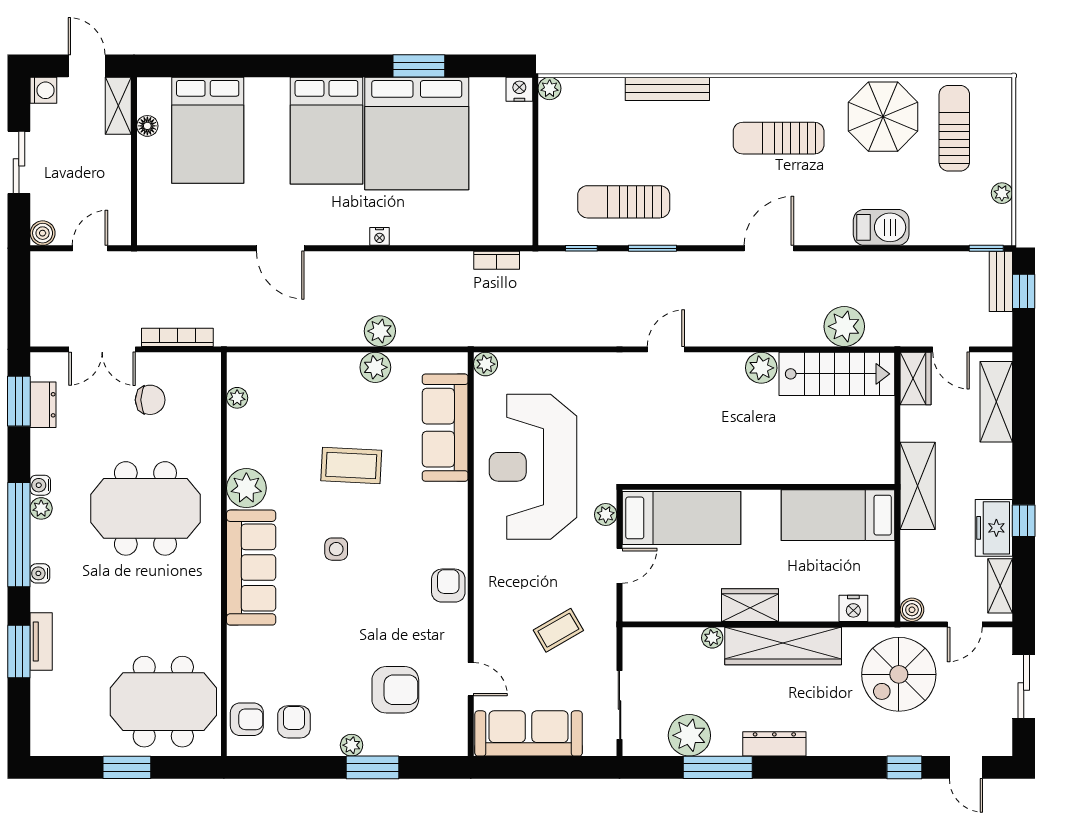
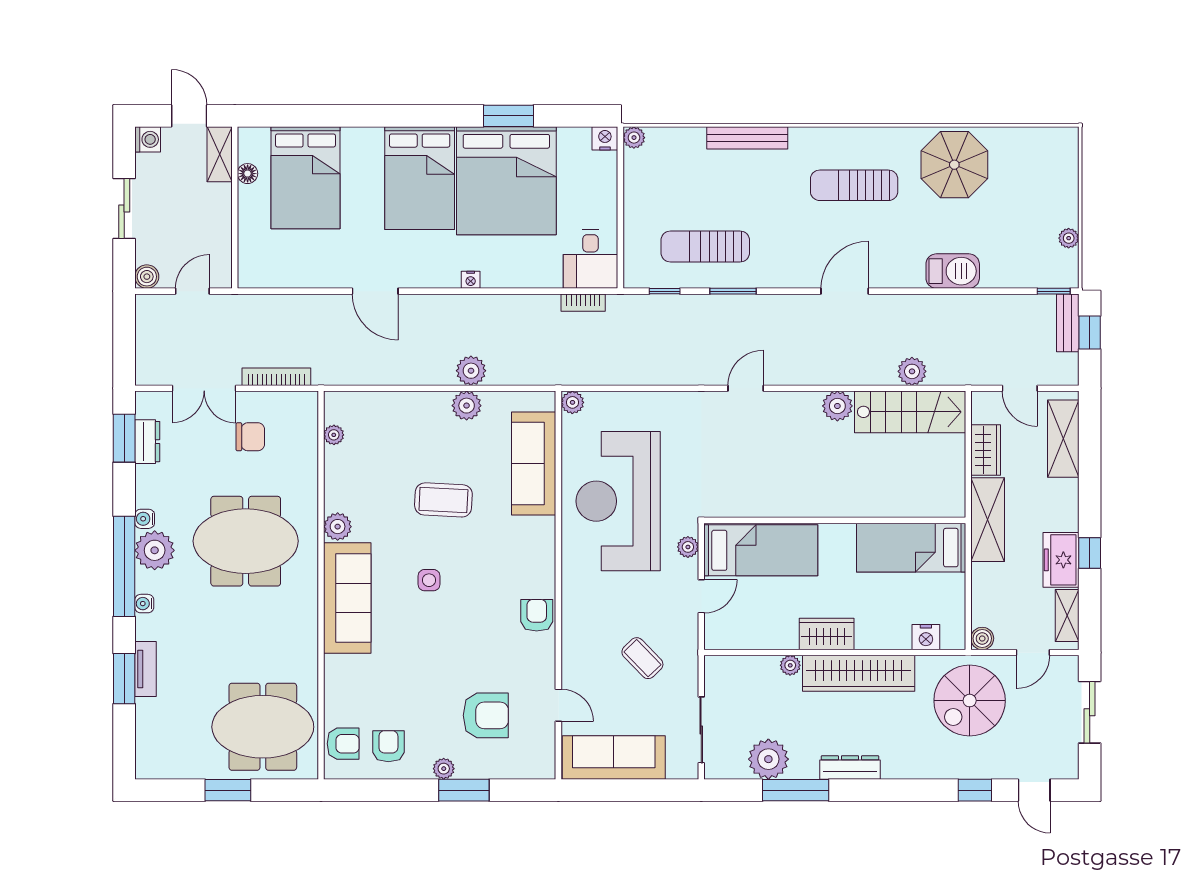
sun lounger: (954, 128) -> (1023, 176), removed
desk: (504, 215) -> (590, 259), added
plant: (844, 326) -> (912, 371), width x0.73, depth x0.73
wardrobe: (915, 378) -> (986, 450), moved
plant: (246, 488) -> (338, 527), width x0.73, depth x0.73
plant: (41, 508) -> (155, 550), width x1.88, depth x1.88
coffee table: (558, 630) -> (642, 658), turned 76

